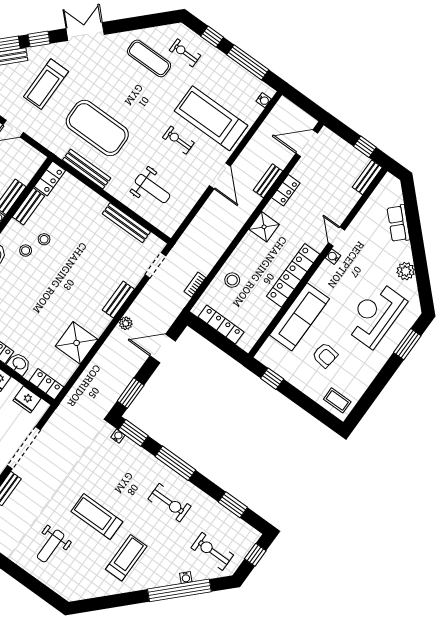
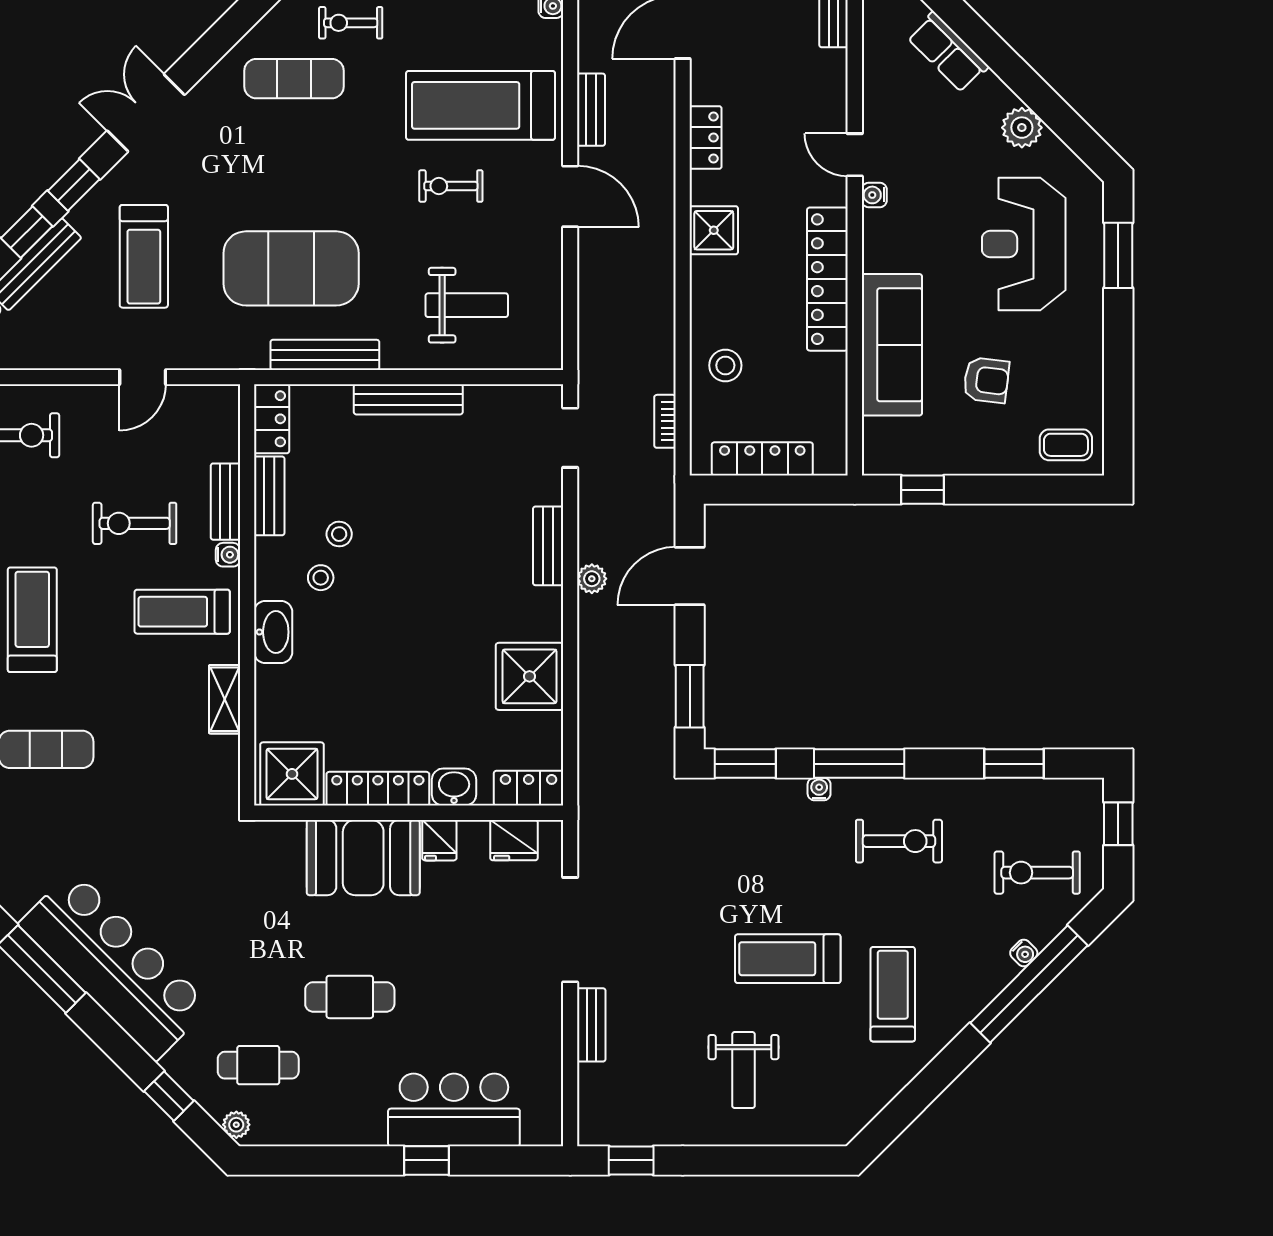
bench: (268, 181) -> (591, 110), moved
bench: (126, 223) -> (408, 399), moved
water cooler: (118, 436) -> (819, 789), moved

